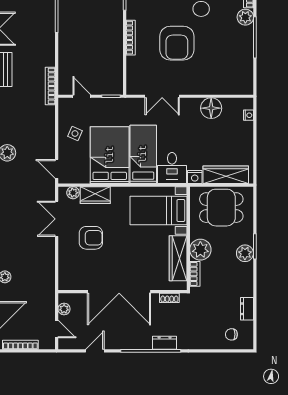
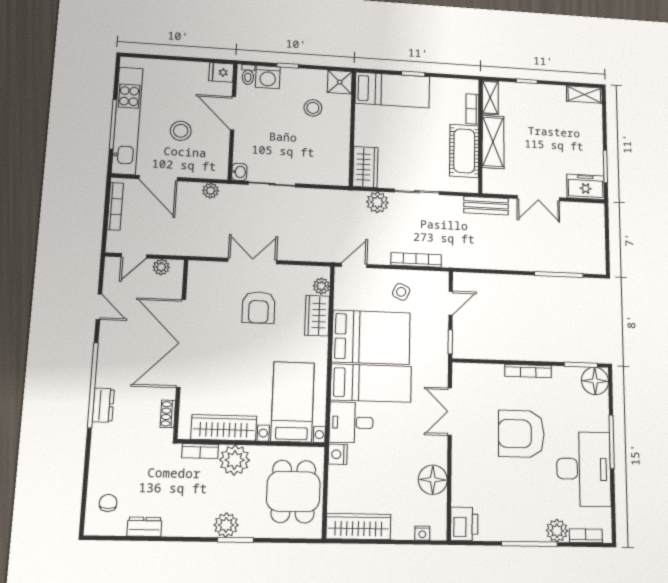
printer: (242, 85) -> (464, 524), added
bookcase: (50, 86) -> (416, 260), moved
wardrobe: (226, 175) -> (358, 527), moved, turned -90
double door: (57, 219) -> (252, 261), moved

